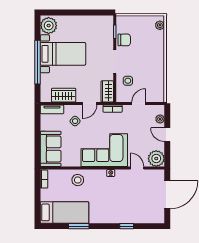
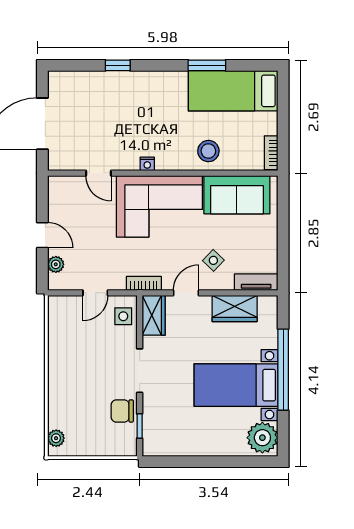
side table: (128, 81) -> (123, 316), moved
sofa: (51, 149) -> (237, 195), moved, turned -90
plant: (156, 158) -> (63, 191), removed

